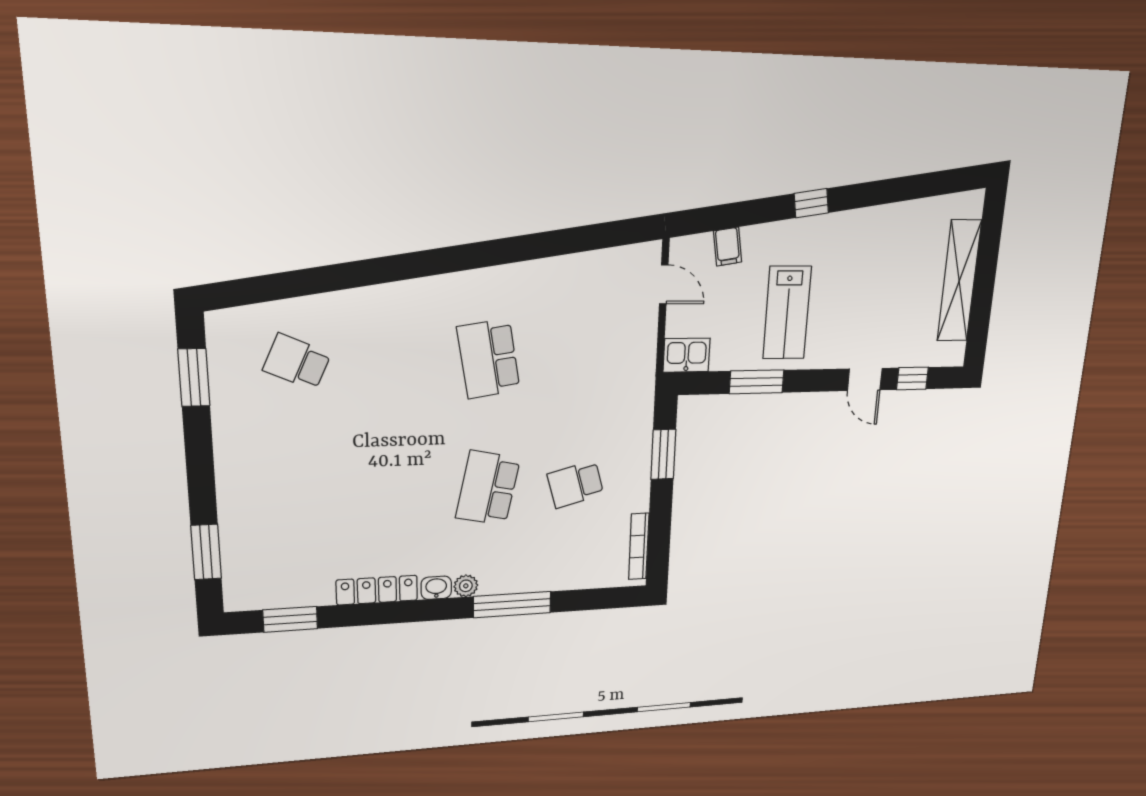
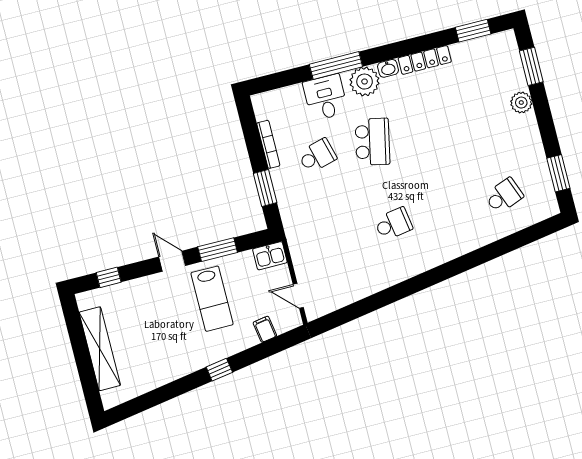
lab bench: (787, 313) -> (212, 299), turned 180
school desk: (489, 359) -> (393, 224), width x0.54
school desk: (297, 362) -> (504, 196), turned -45
door: (865, 379) -> (172, 261), moved
plant: (235, 501) -> (521, 103), added
bookcase: (639, 546) -> (268, 144), moved
desk: (540, 564) -> (325, 97), added
plant: (466, 586) -> (365, 82), width x1.88, depth x1.88

